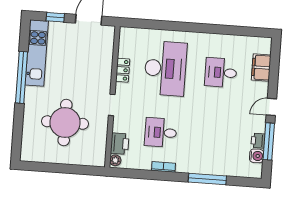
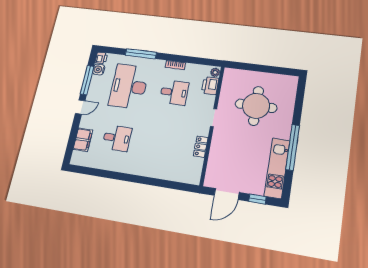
desk: (165, 68) -> (129, 86), moved
printer: (258, 141) -> (101, 58), moved

